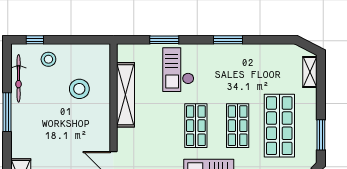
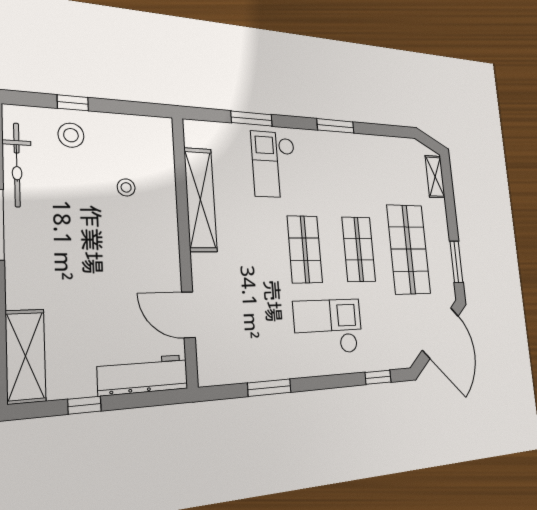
window: (35, 40) -> (73, 103), moved
stool: (79, 89) -> (126, 187), width x0.53, depth x0.53

